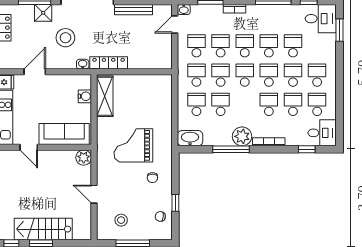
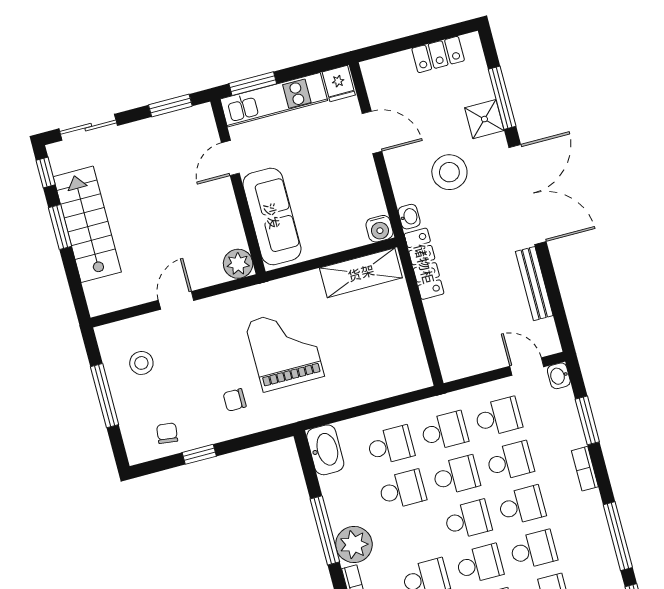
water cooler: (85, 96) -> (379, 229), moved

